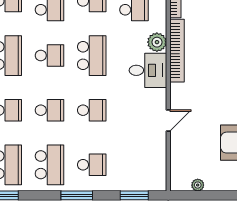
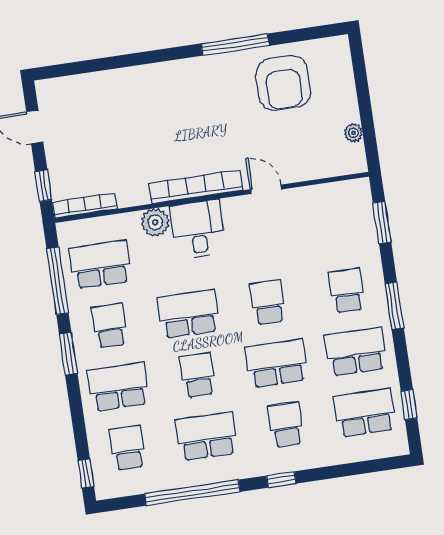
bookcase: (177, 51) -> (196, 187), moved
school desk: (50, 110) -> (277, 363), width x1.85

